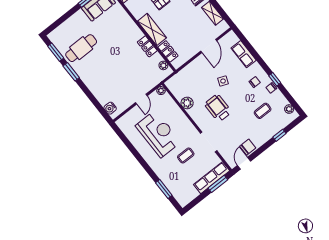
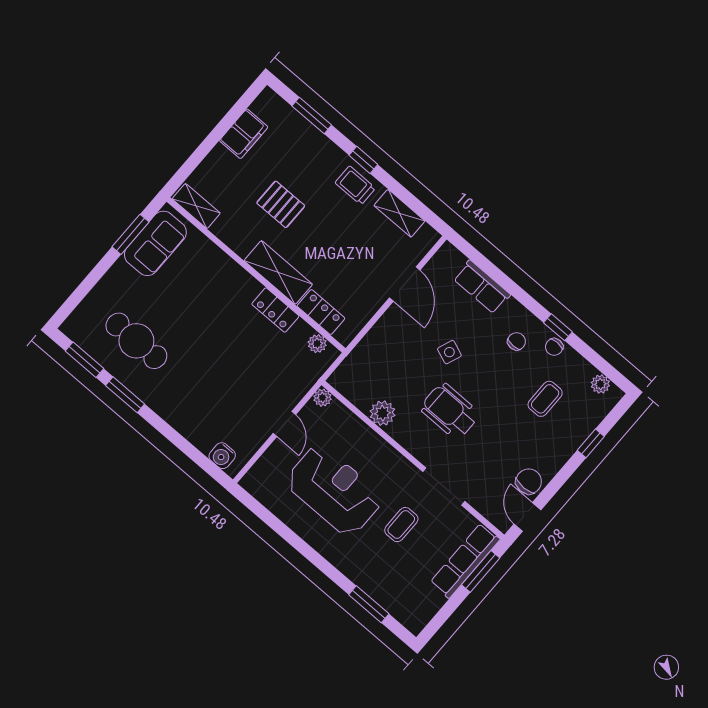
cafe table: (81, 48) -> (136, 341), turned 90

